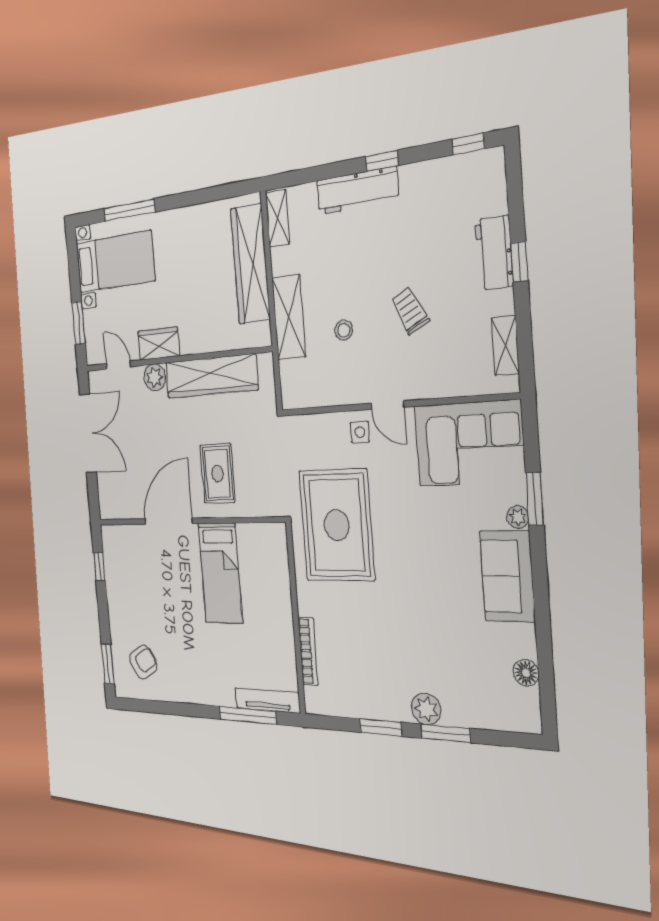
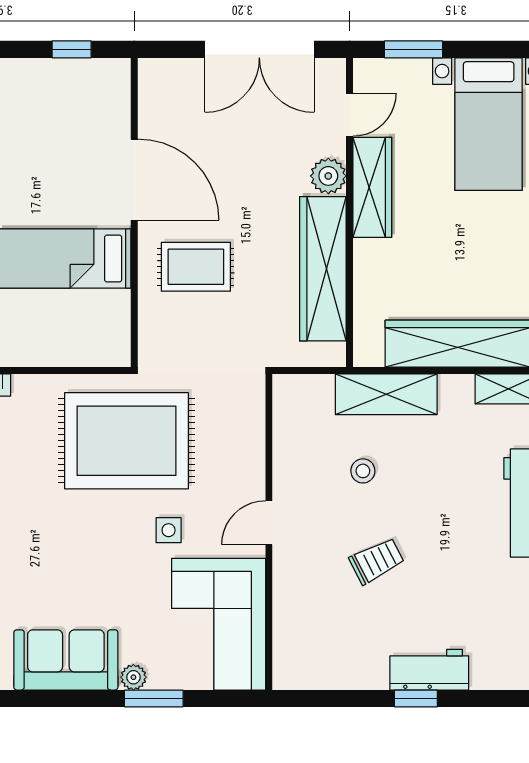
wardrobe: (159, 344) -> (372, 187), width x1.50
shelving: (505, 346) -> (326, 675), removed
side table: (360, 432) -> (169, 530), moved

